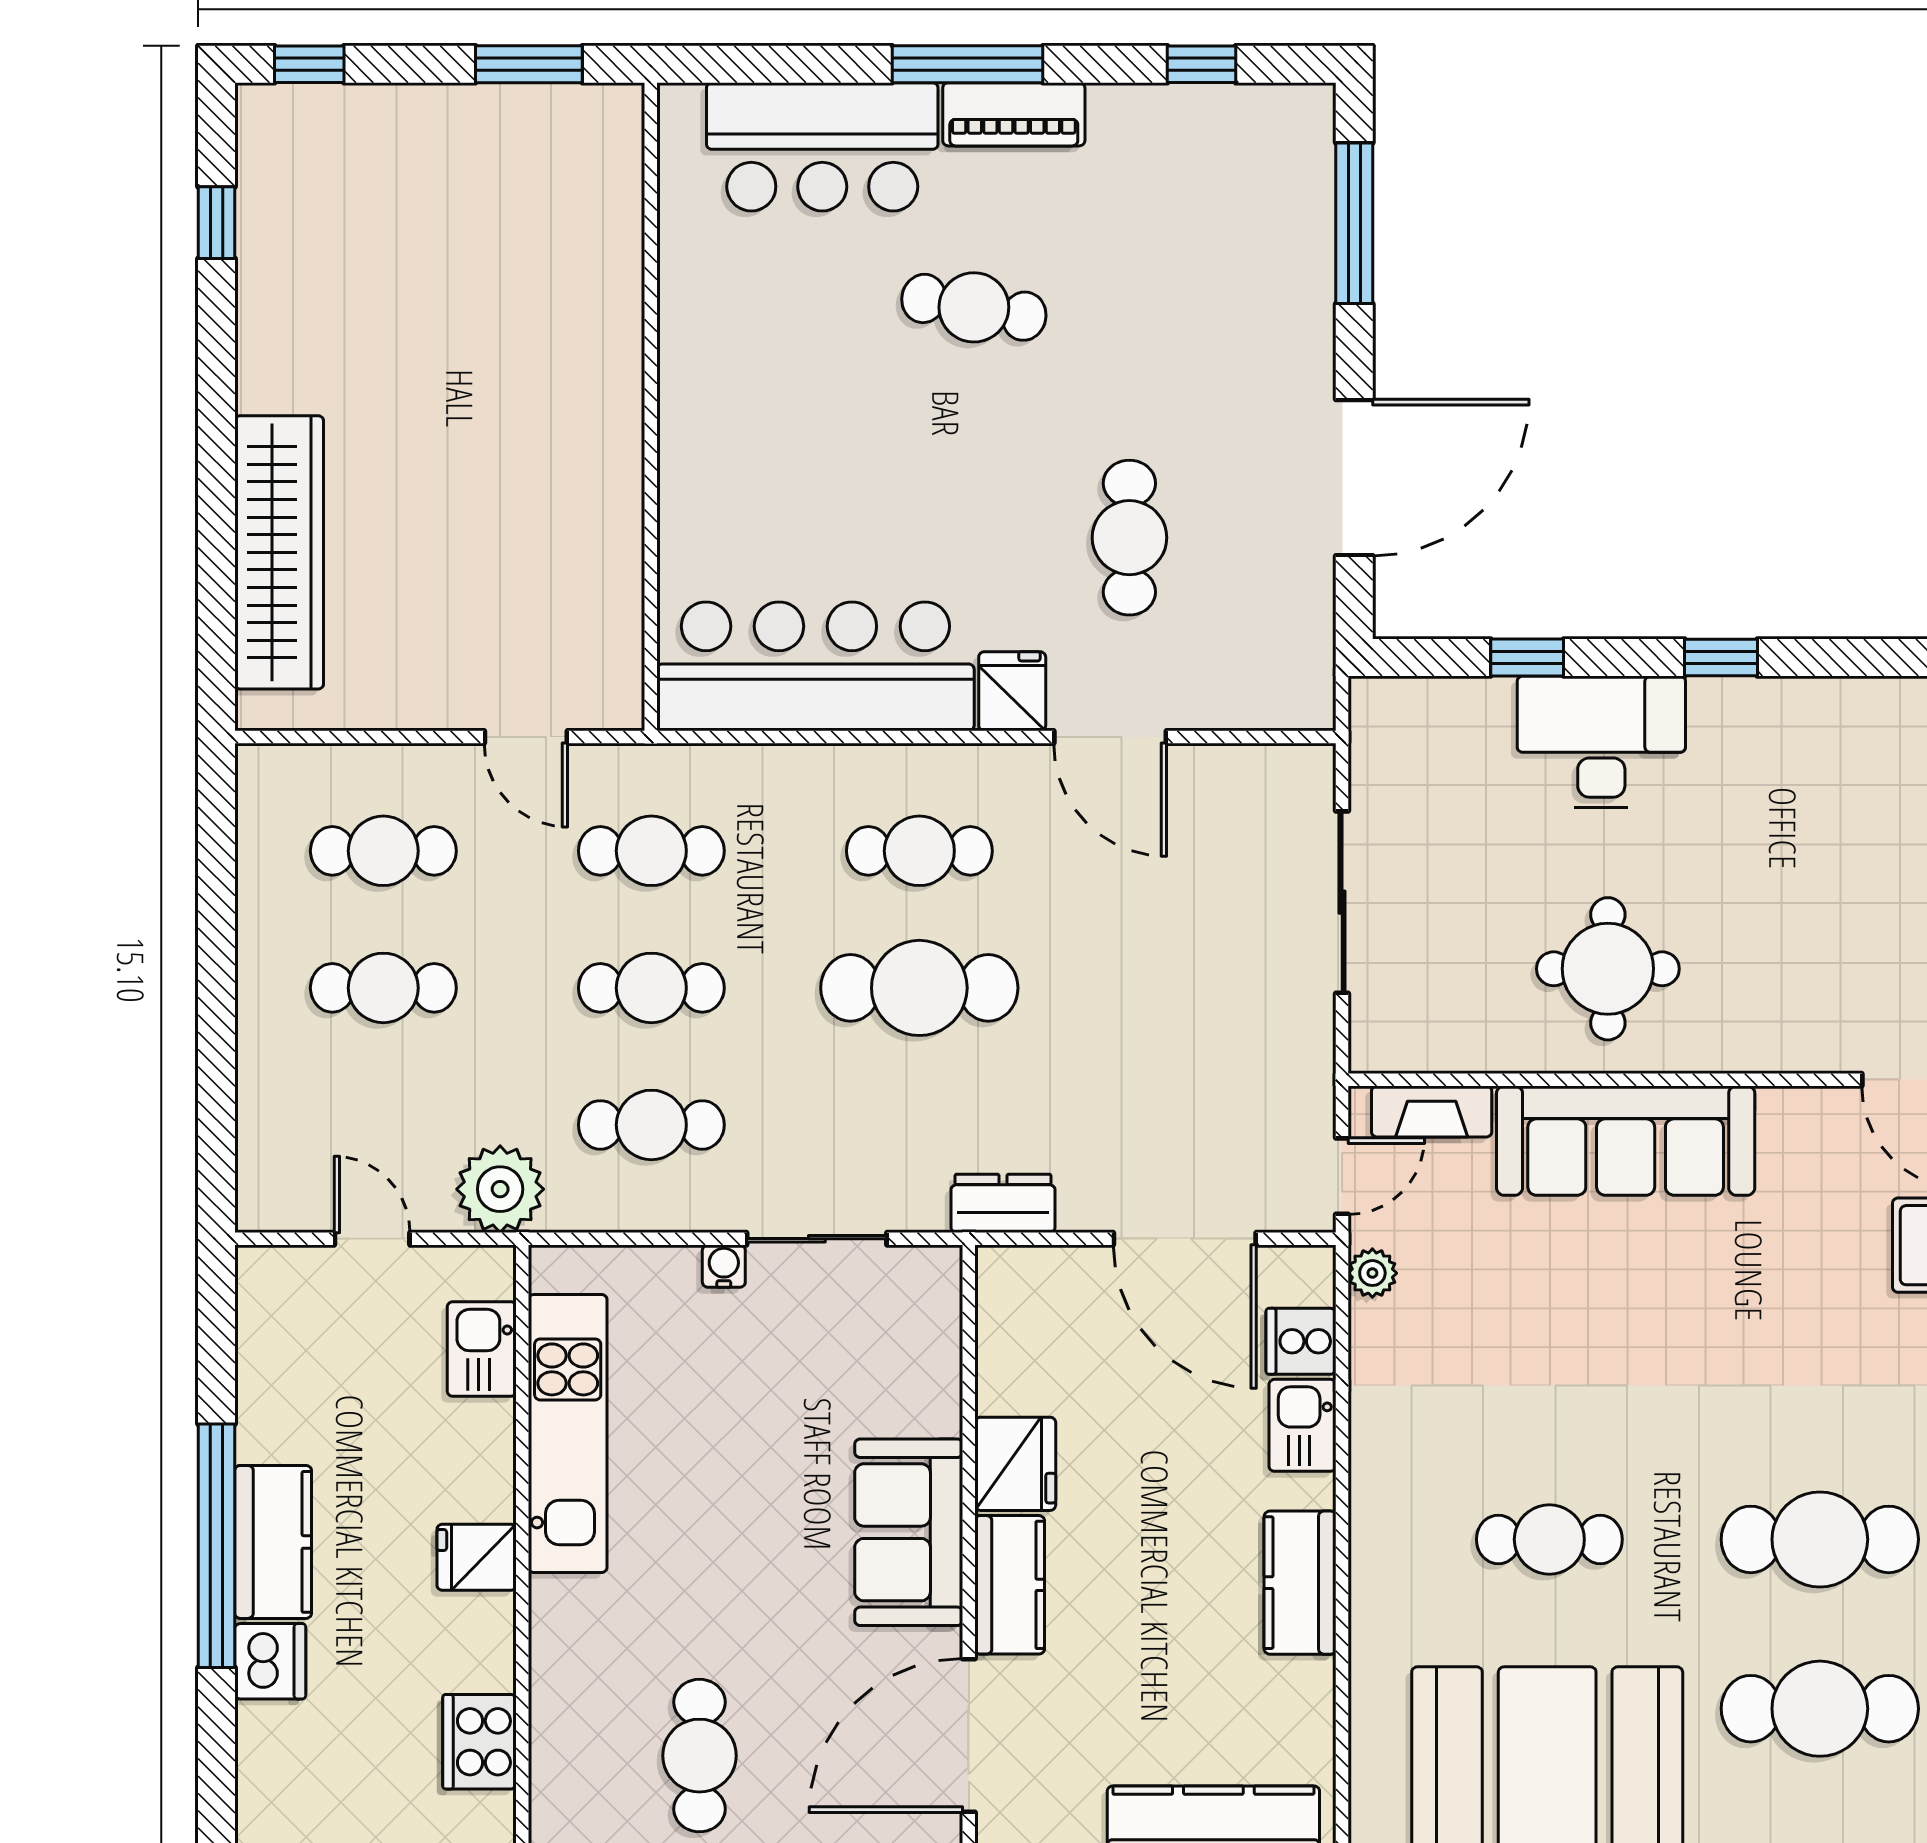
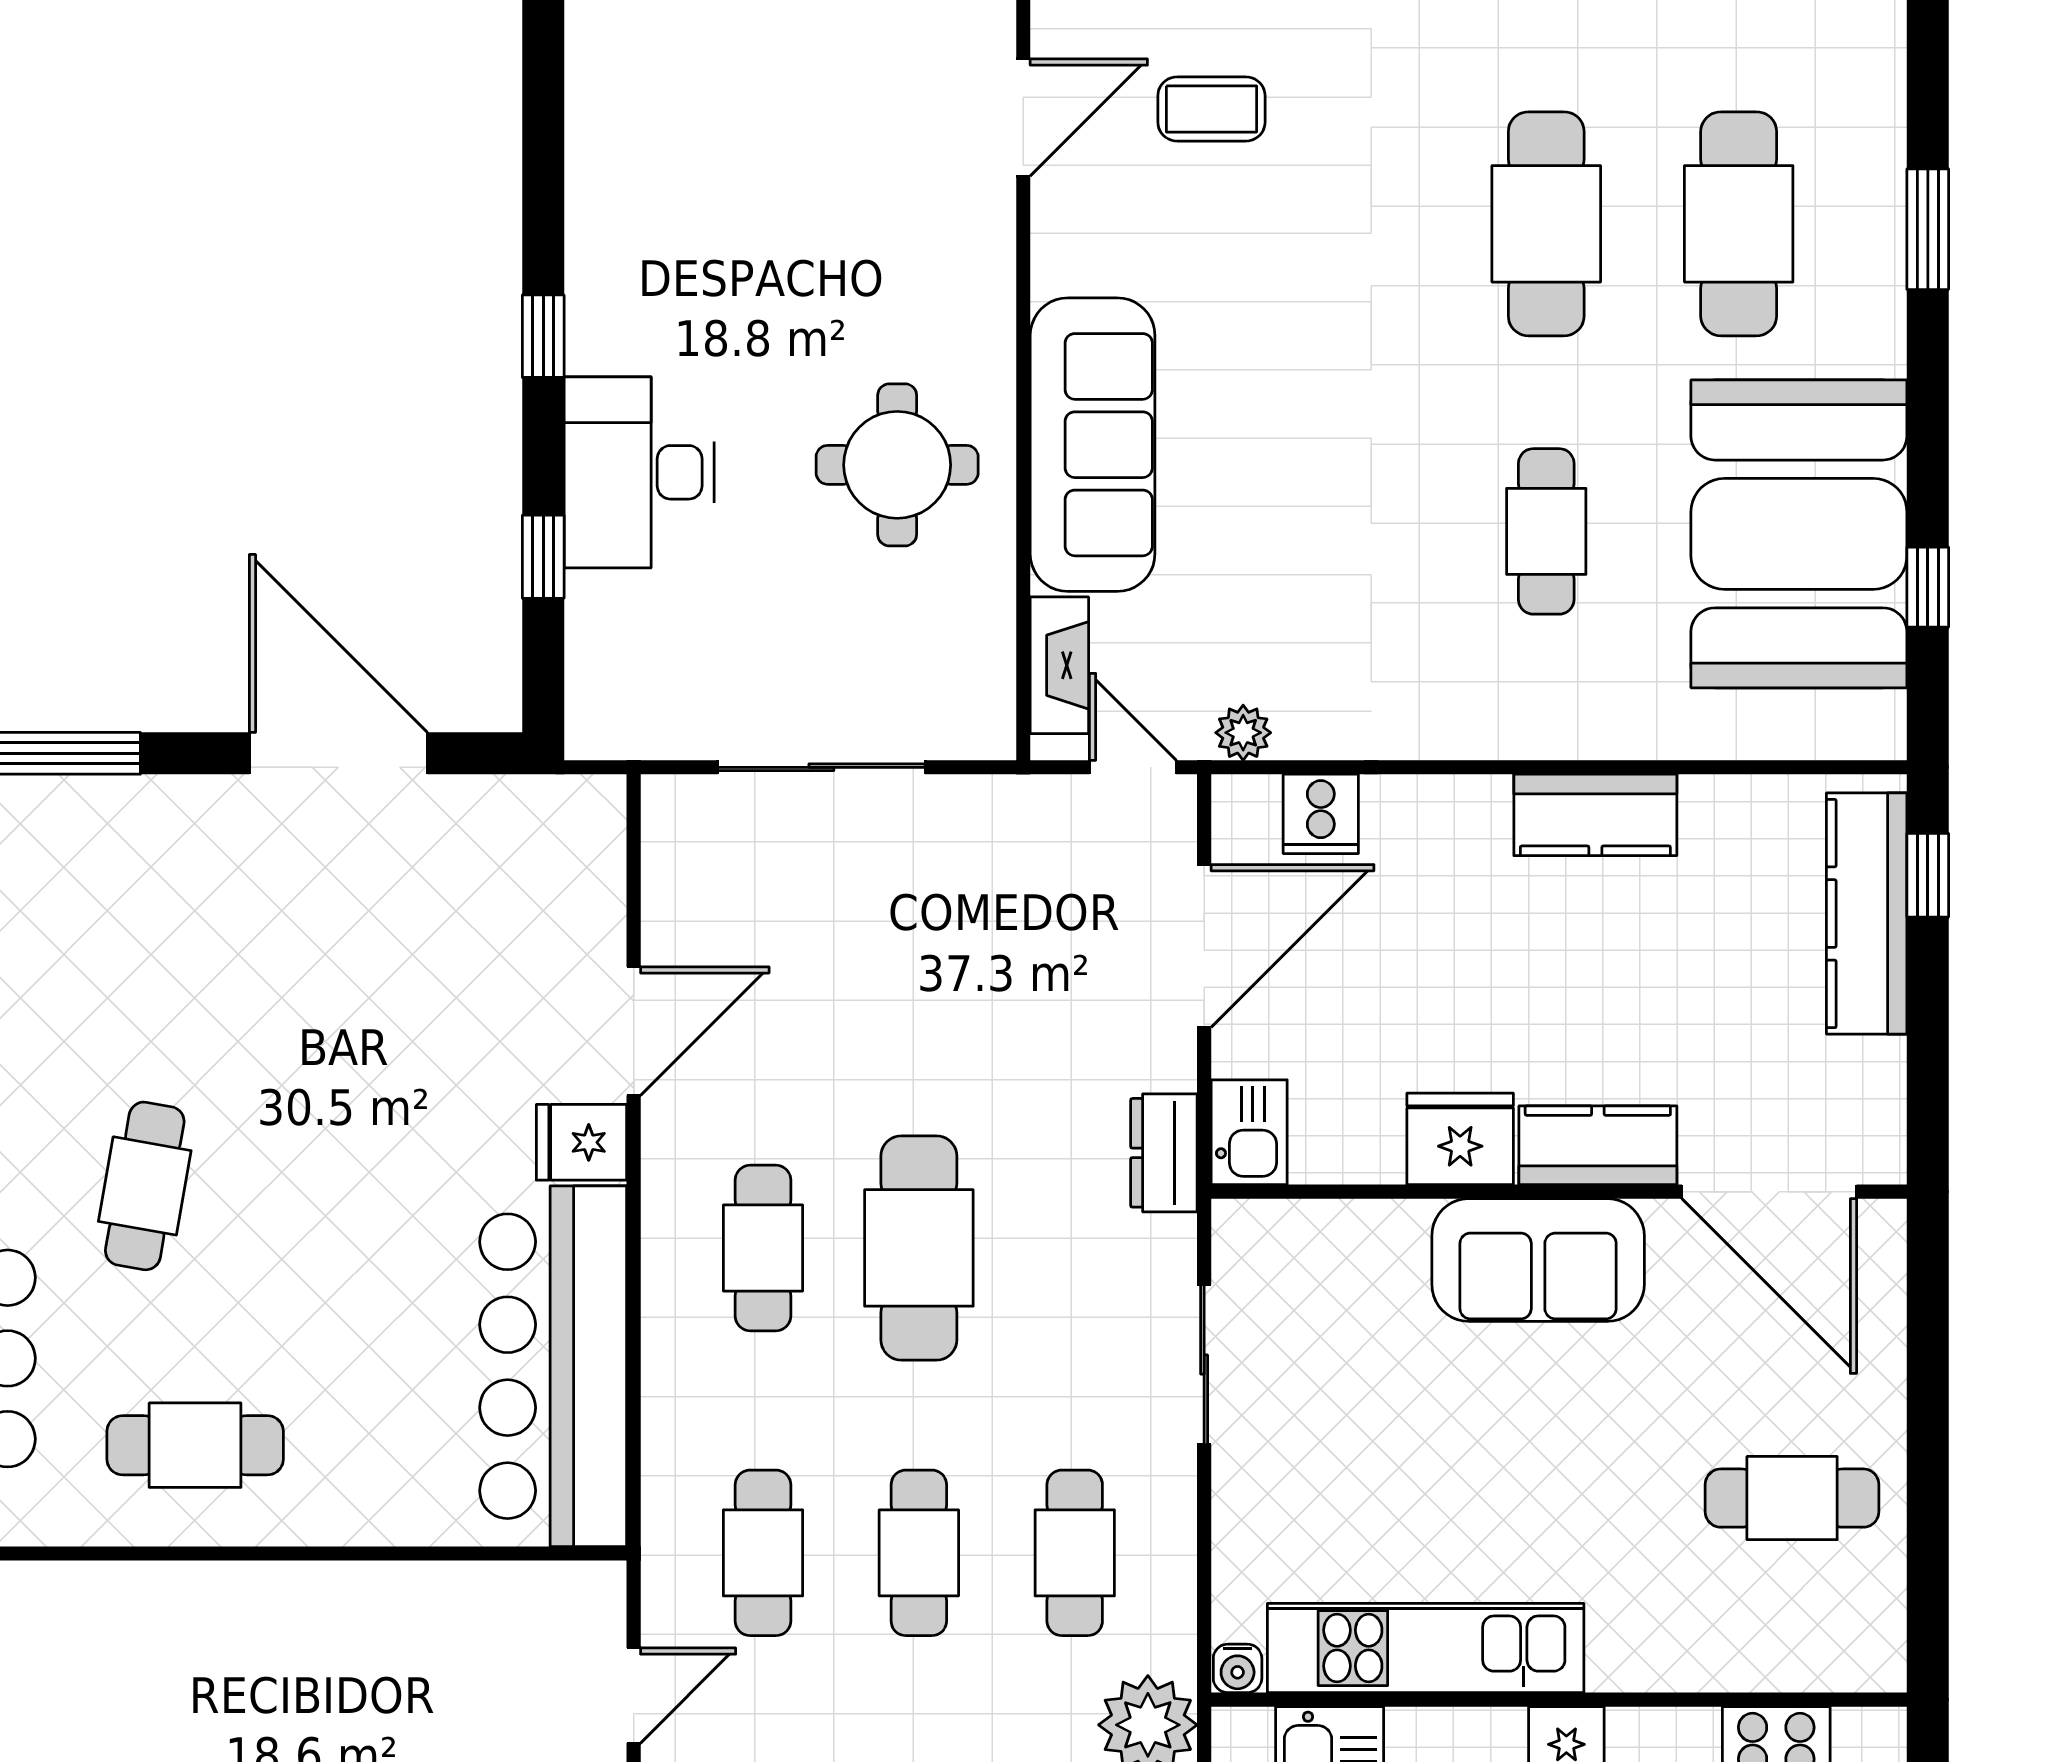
cafe table: (1129, 538) -> (195, 1445), moved
water cooler: (724, 1266) -> (1238, 1668), moved, turned -90
kitchen sink: (1302, 1425) -> (1249, 1132), moved, turned -90

